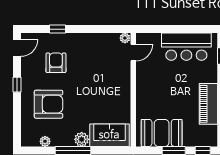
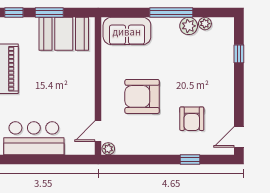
window: (17, 85) -> (239, 54), moved
armchair: (49, 104) -> (142, 96), moved
plant: (82, 139) -> (189, 26), moved

